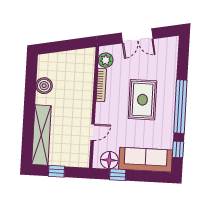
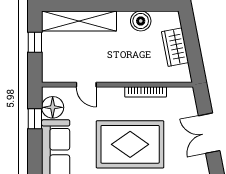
wardrobe: (67, 59) -> (175, 47), added
plant: (106, 60) -> (177, 96), removed
rug: (142, 100) -> (130, 144), width x1.37, depth x1.44

